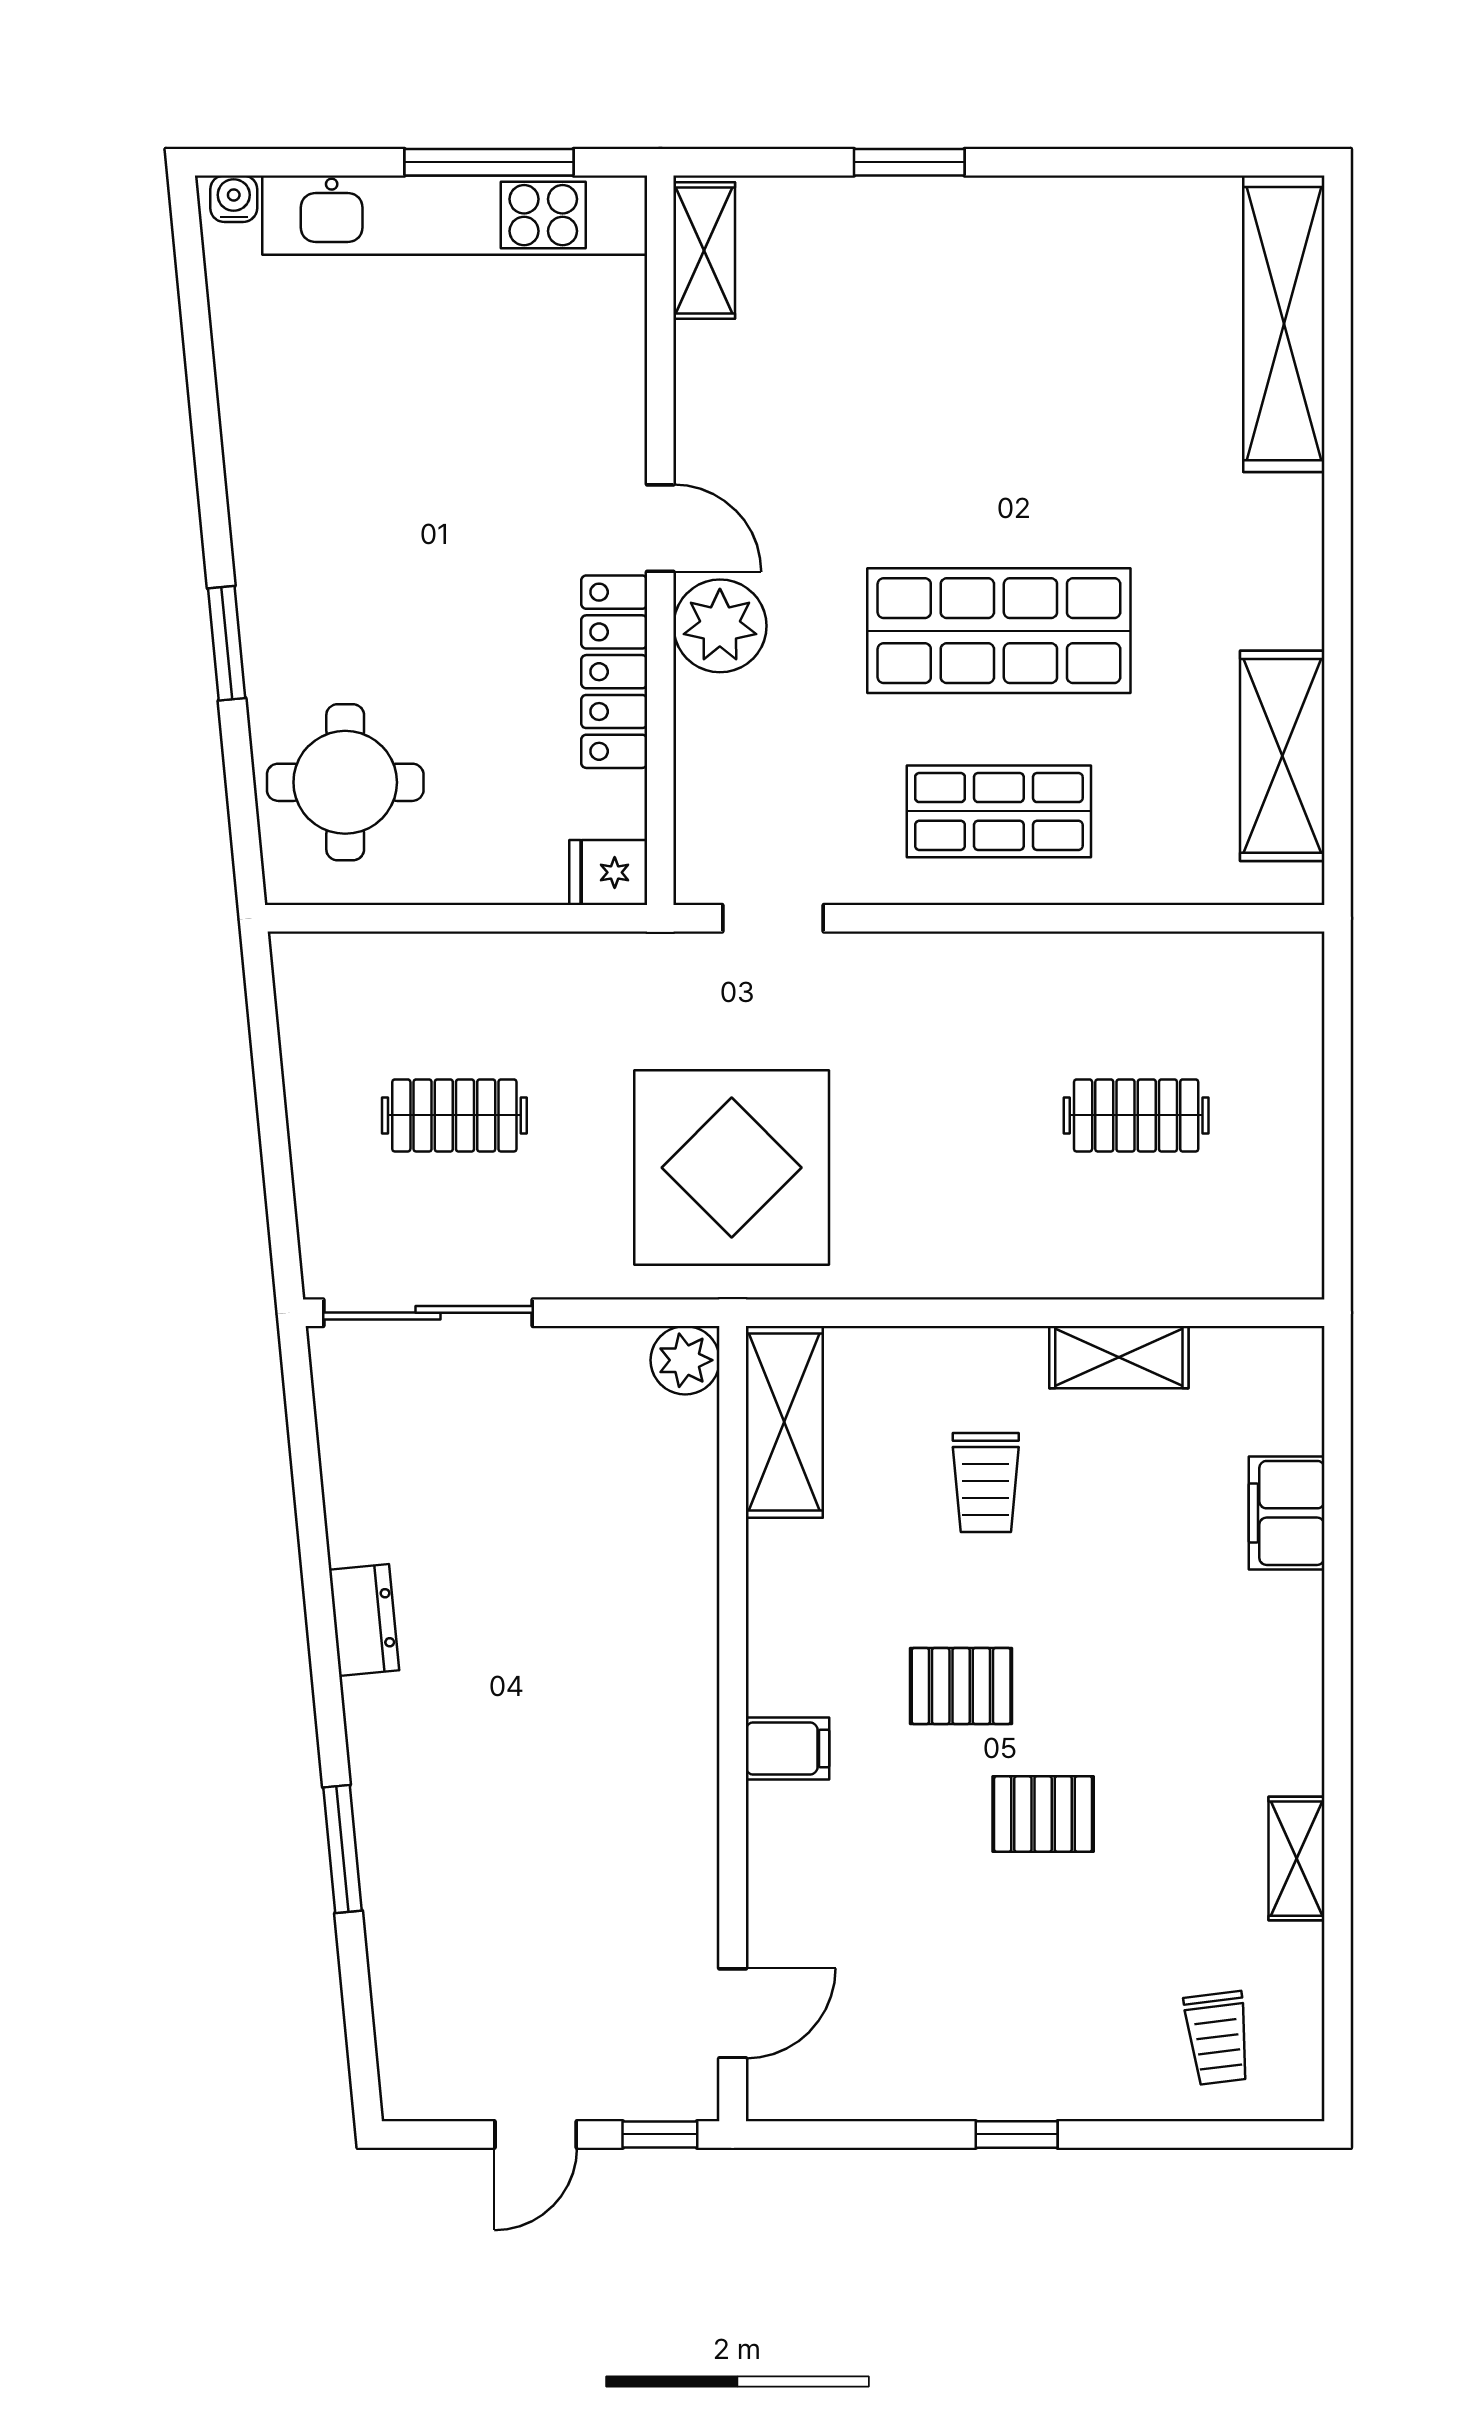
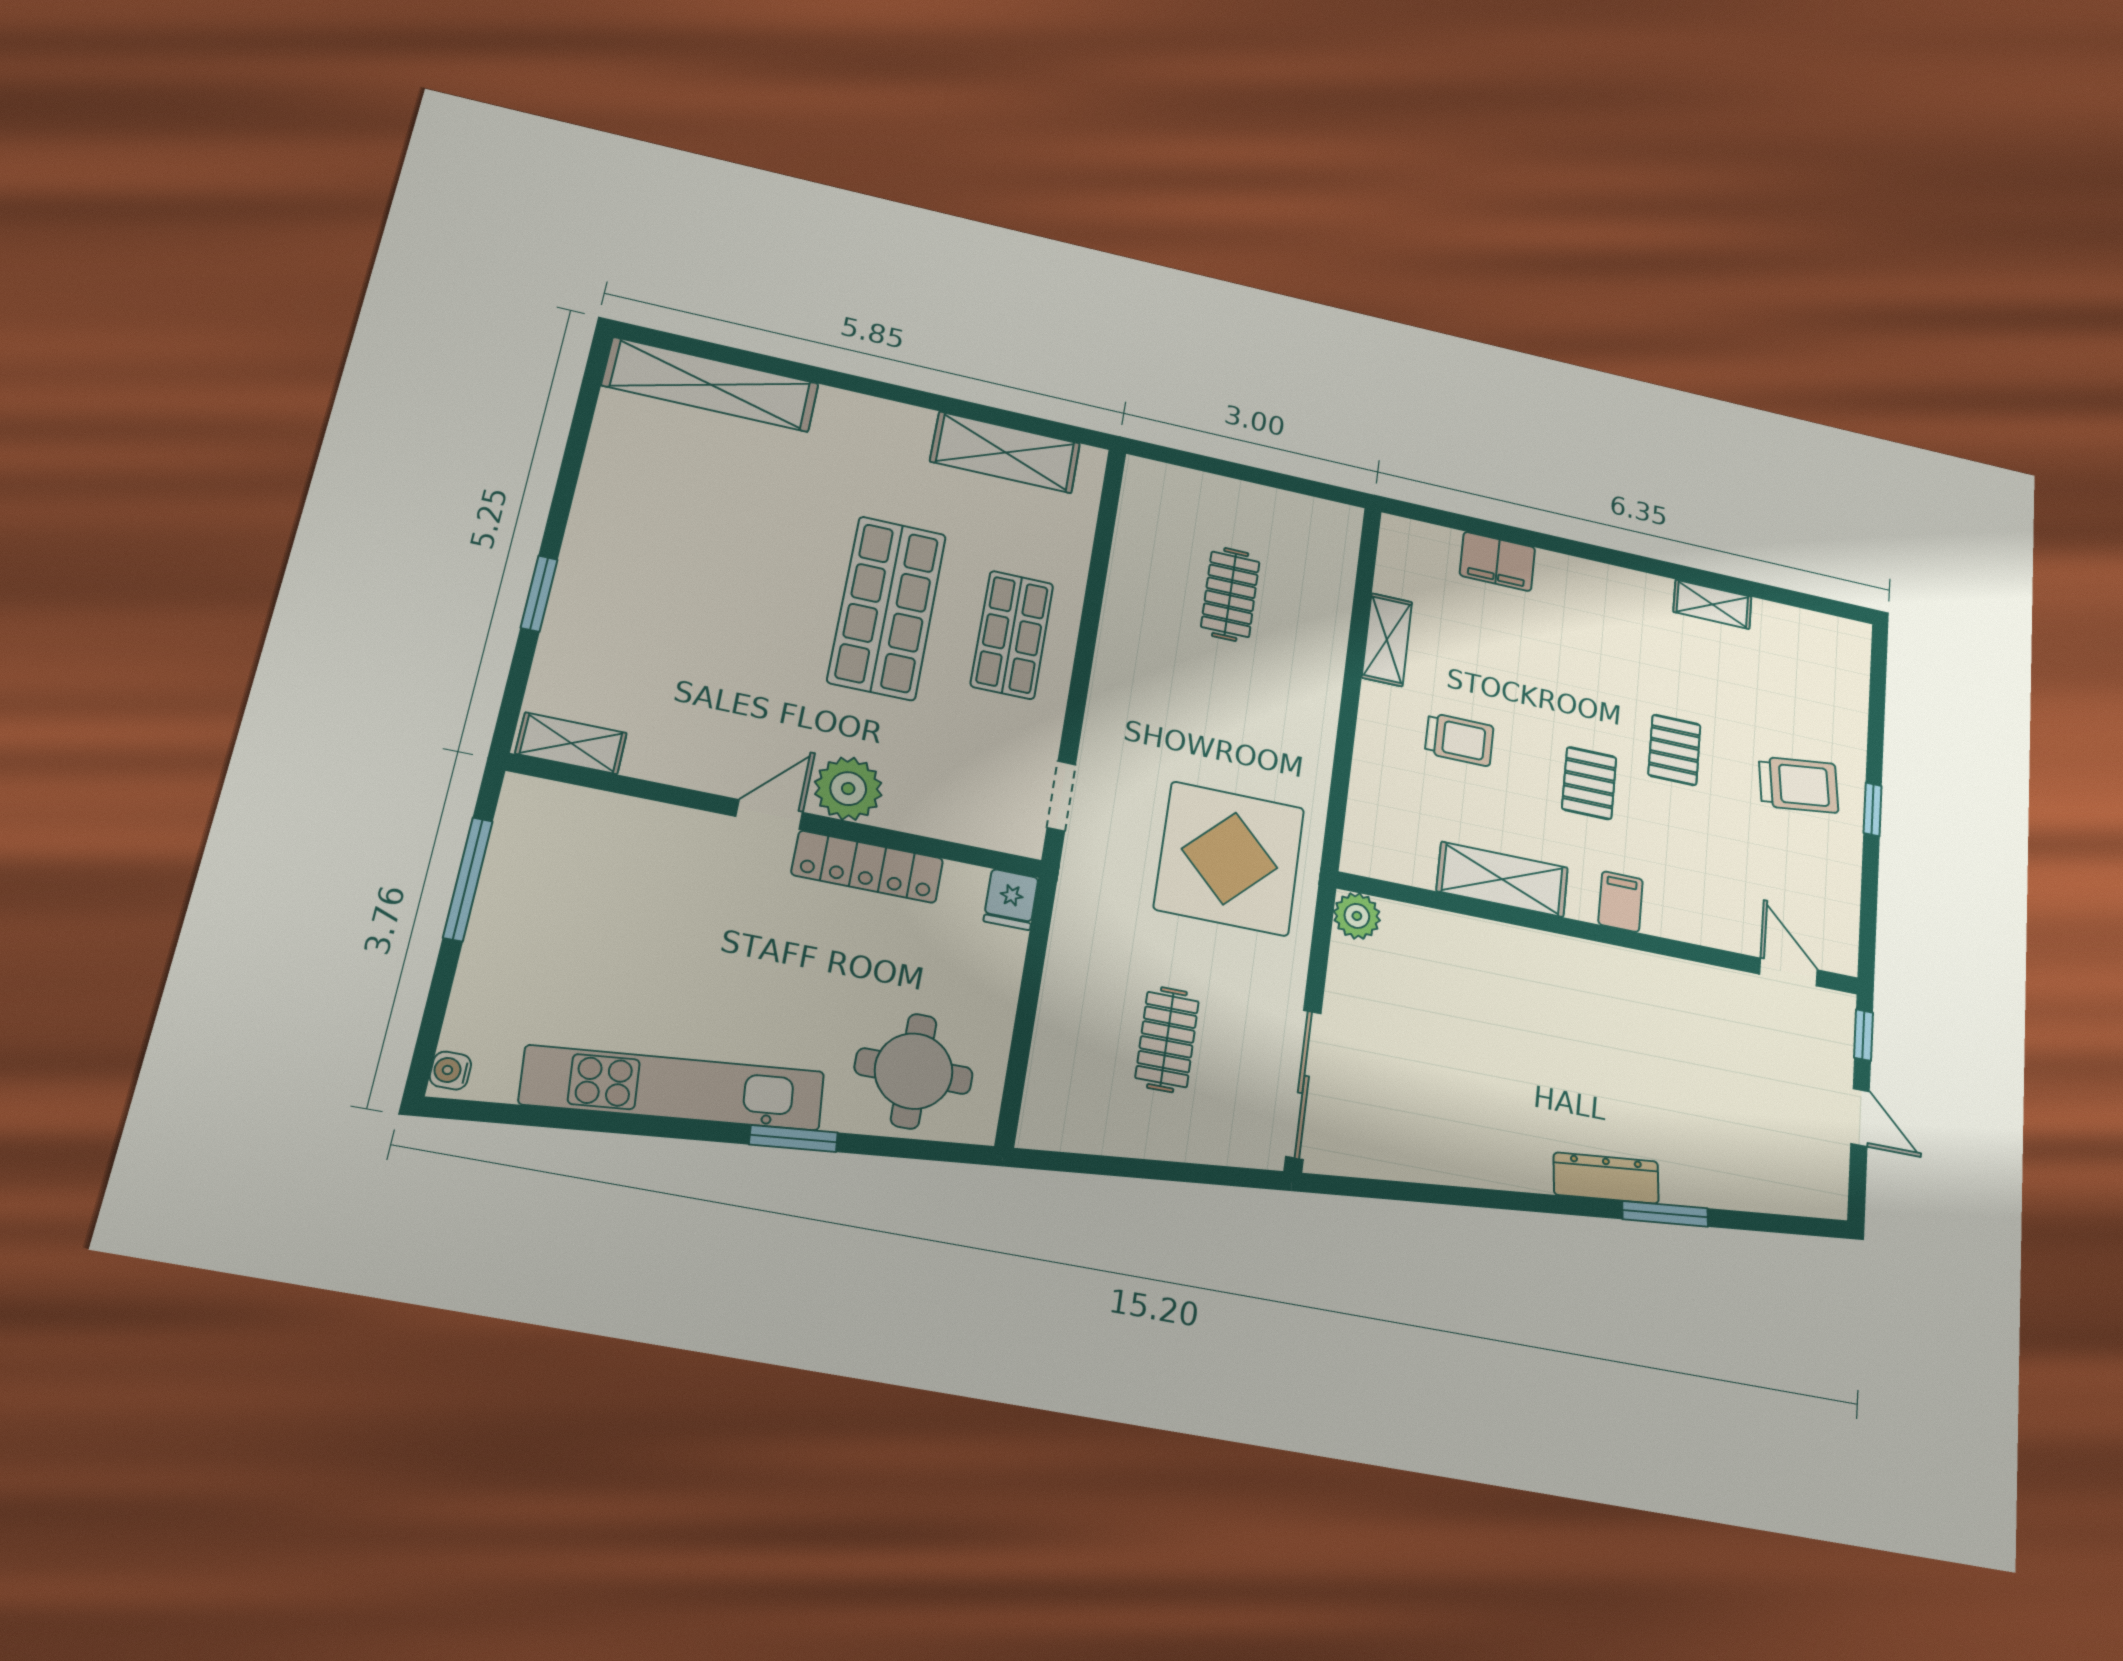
kitchen unit: (455, 215) -> (673, 1088), moved, turned -95
shelving: (784, 1422) -> (1502, 879), moved
dresser: (364, 1620) -> (1606, 1178), moved, width x1.44
trolley: (1218, 2038) -> (1799, 785), moved, width x1.36, depth x1.39

